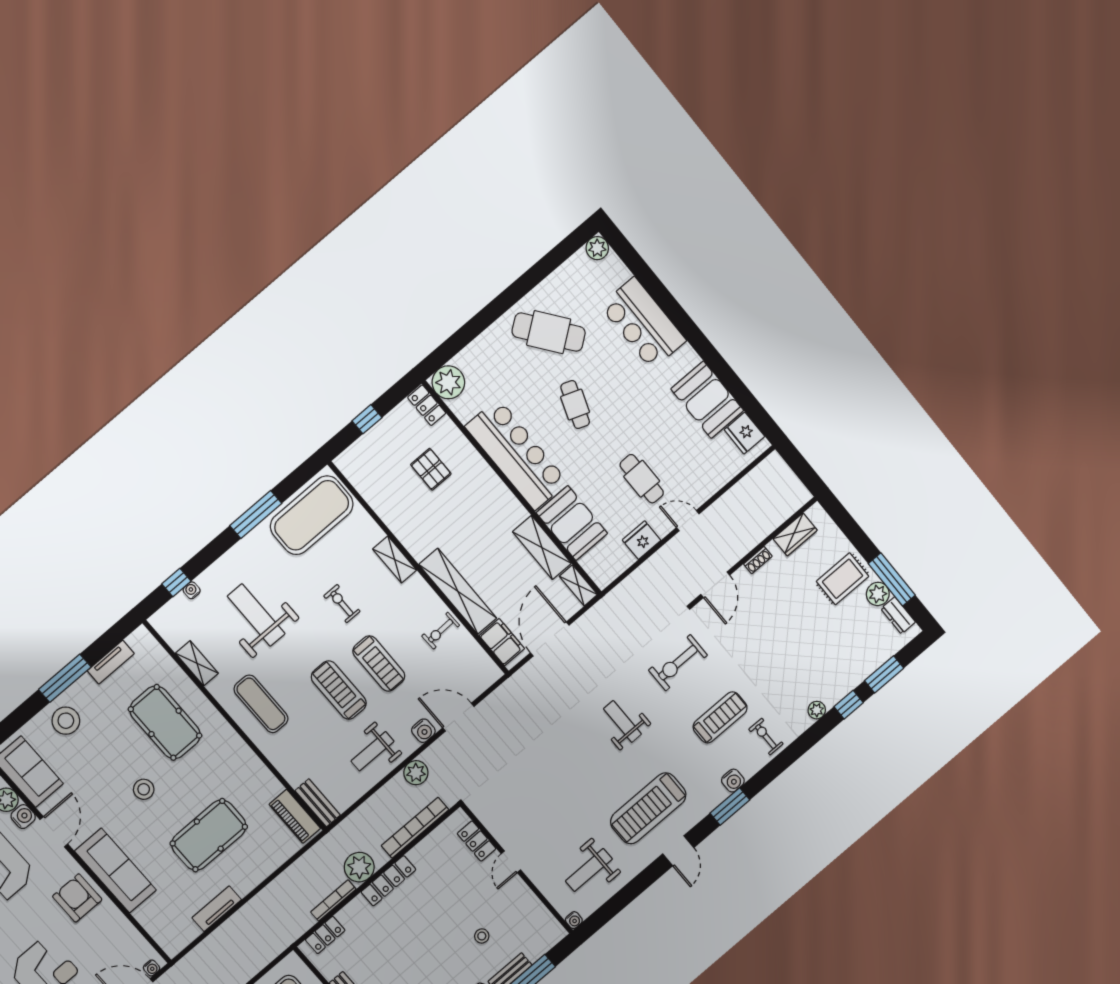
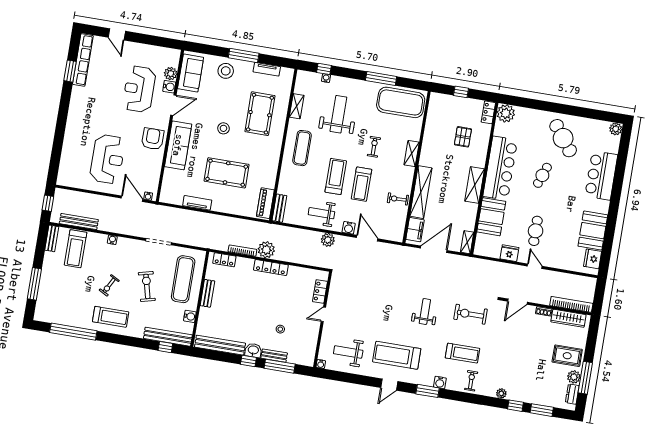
wardrobe: (795, 534) -> (568, 318), width x1.50
shelving: (542, 548) -> (475, 185), moved
bookcase: (415, 828) -> (571, 304), moved

